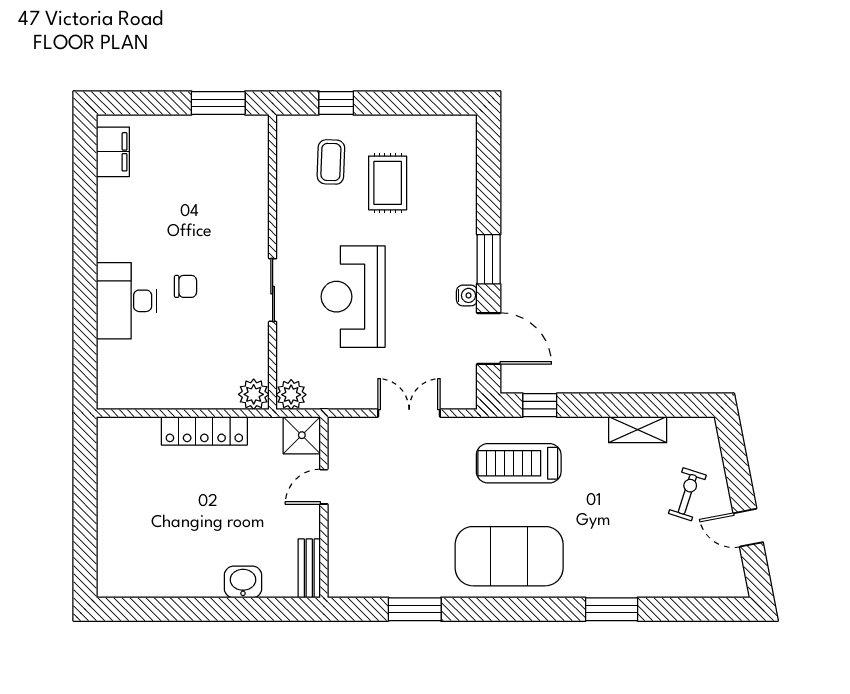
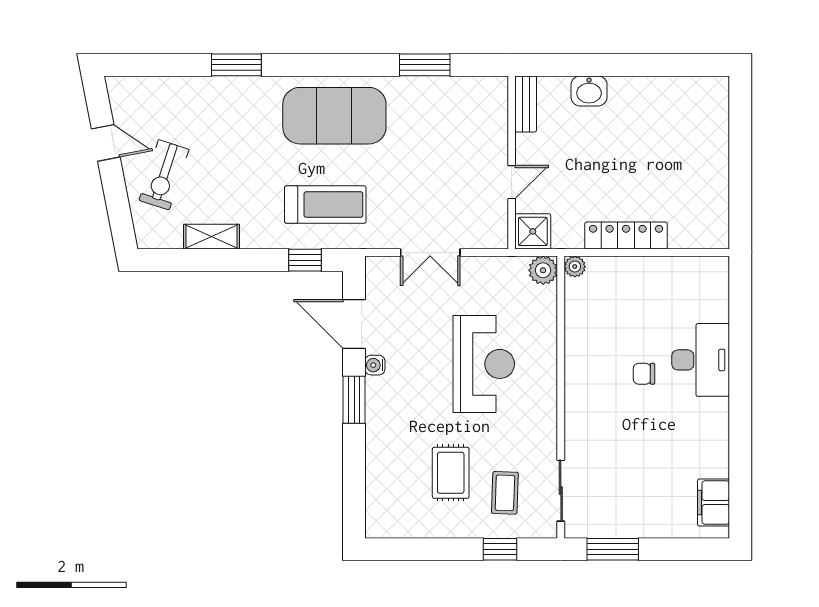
sliding door: (273, 290) -> (561, 491), moved
plant: (254, 394) -> (575, 267), width x0.73, depth x0.73
exercise bike: (687, 494) -> (164, 175), width x1.38, depth x1.39

